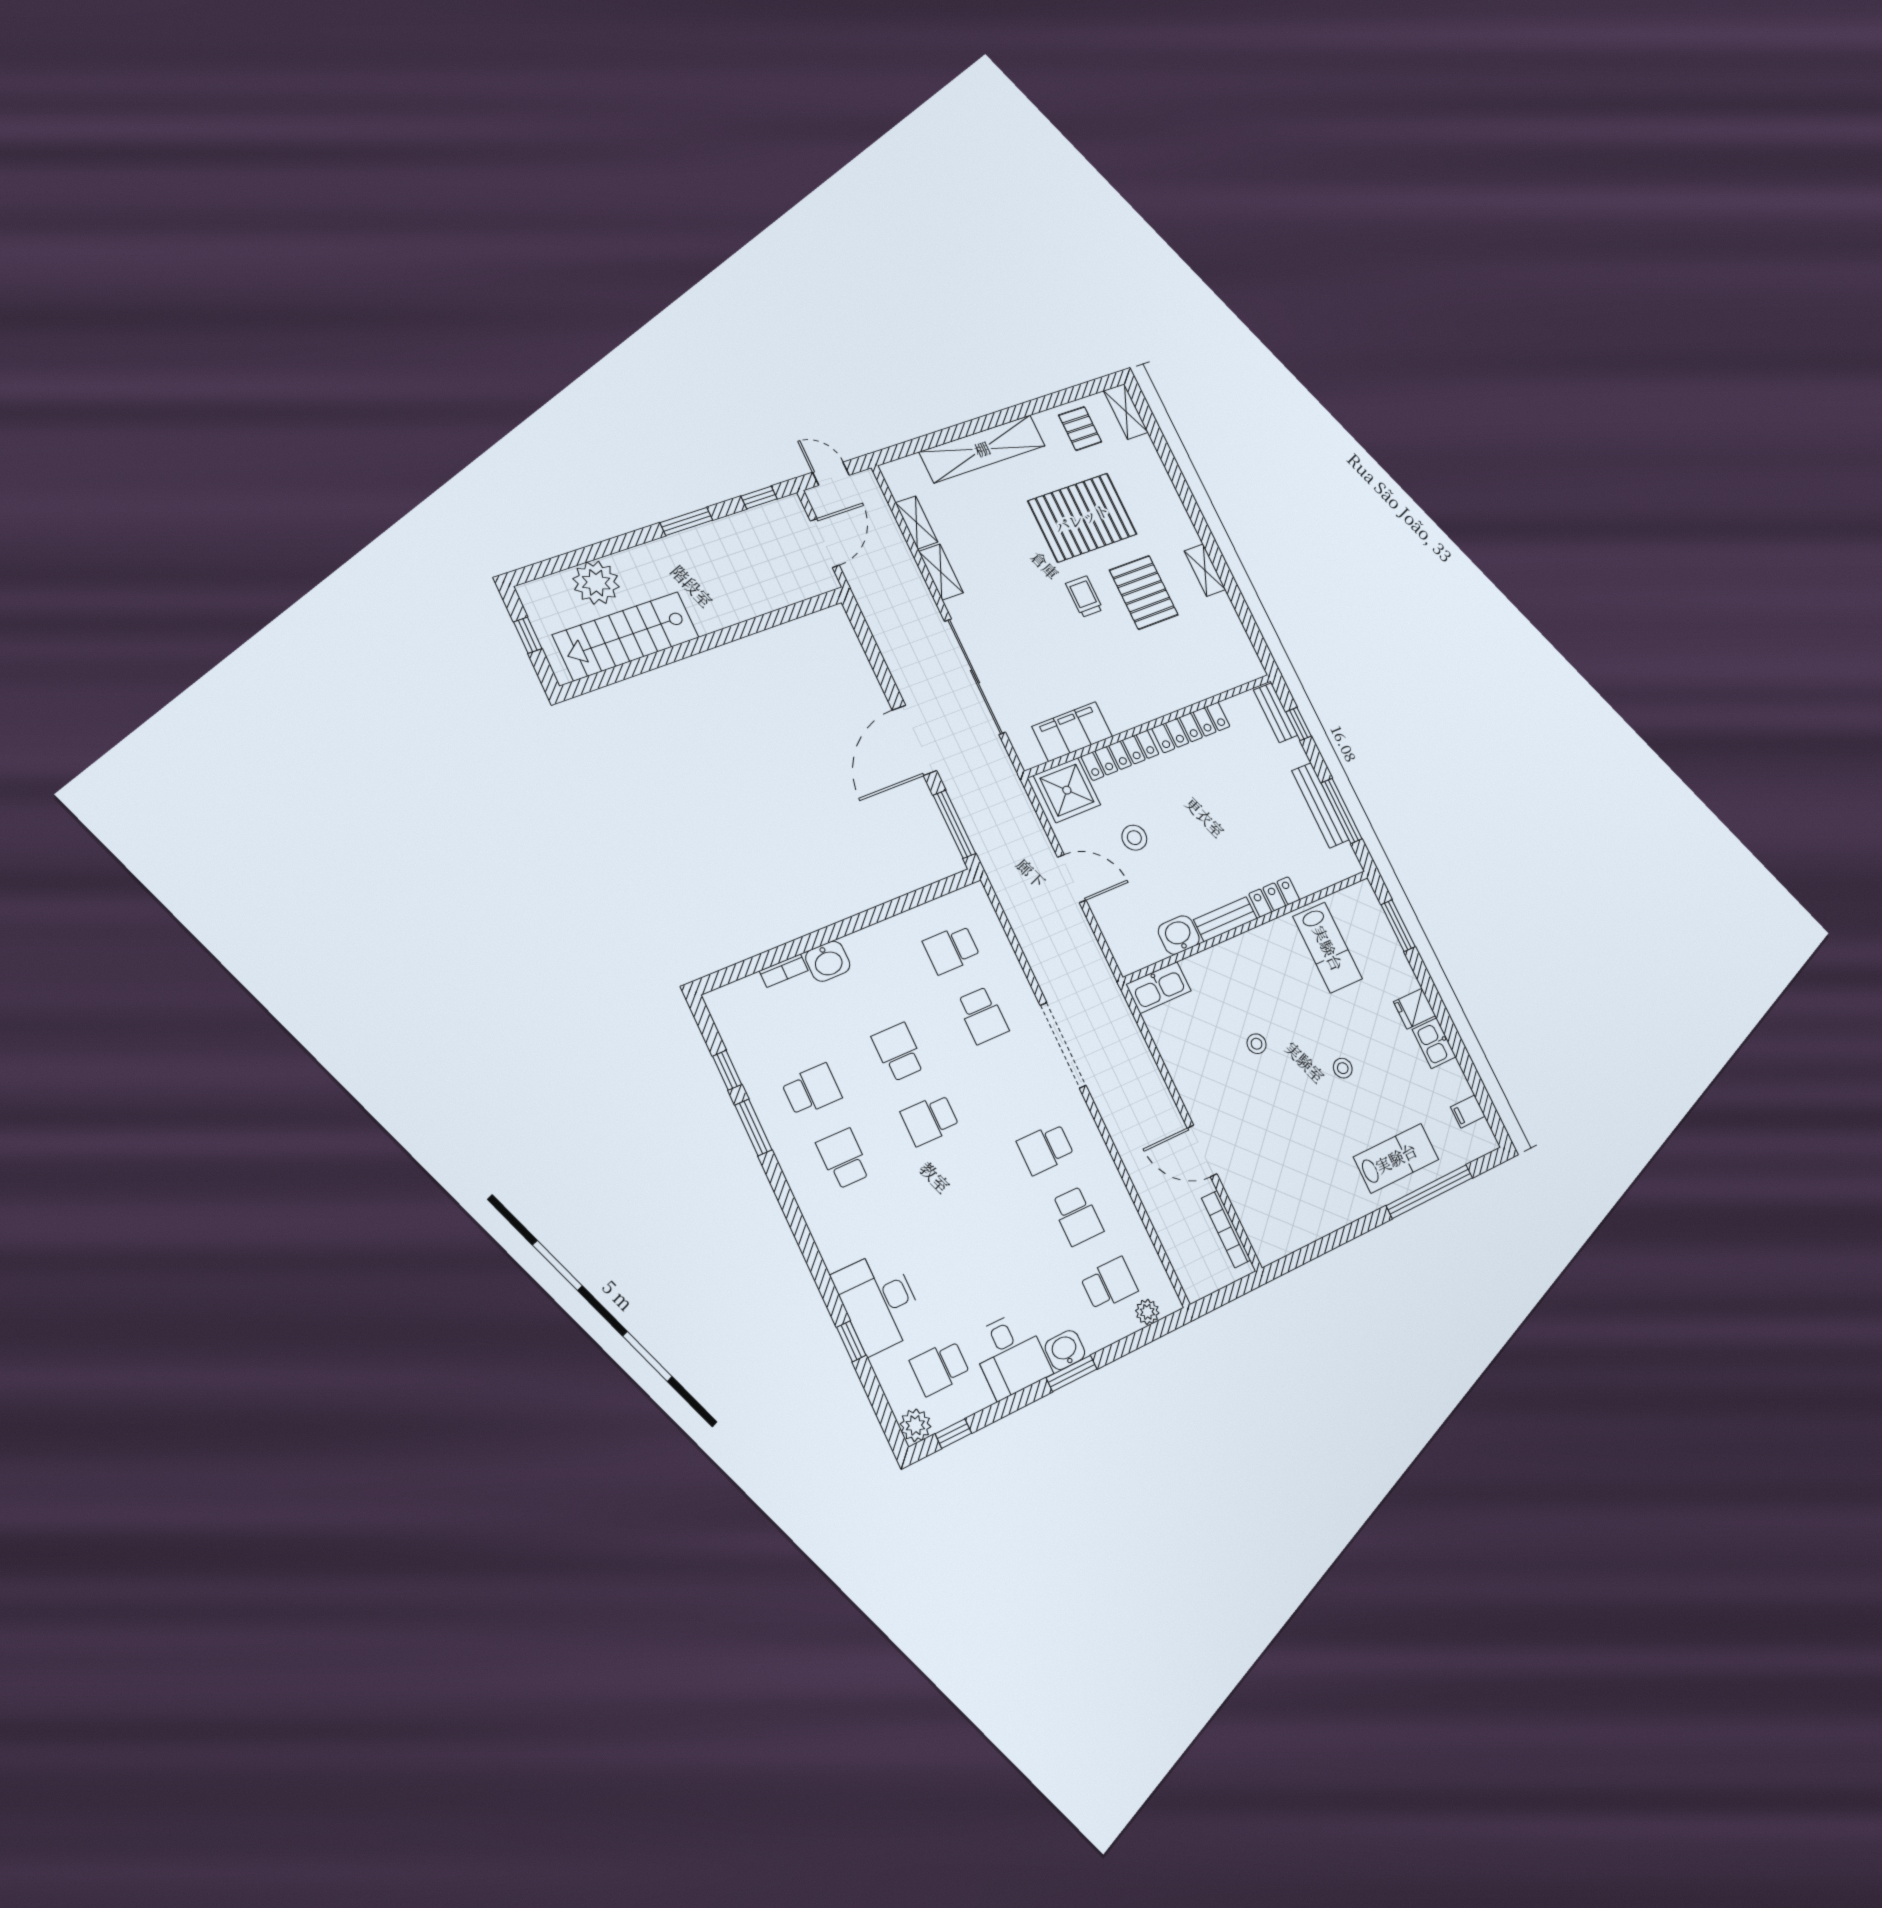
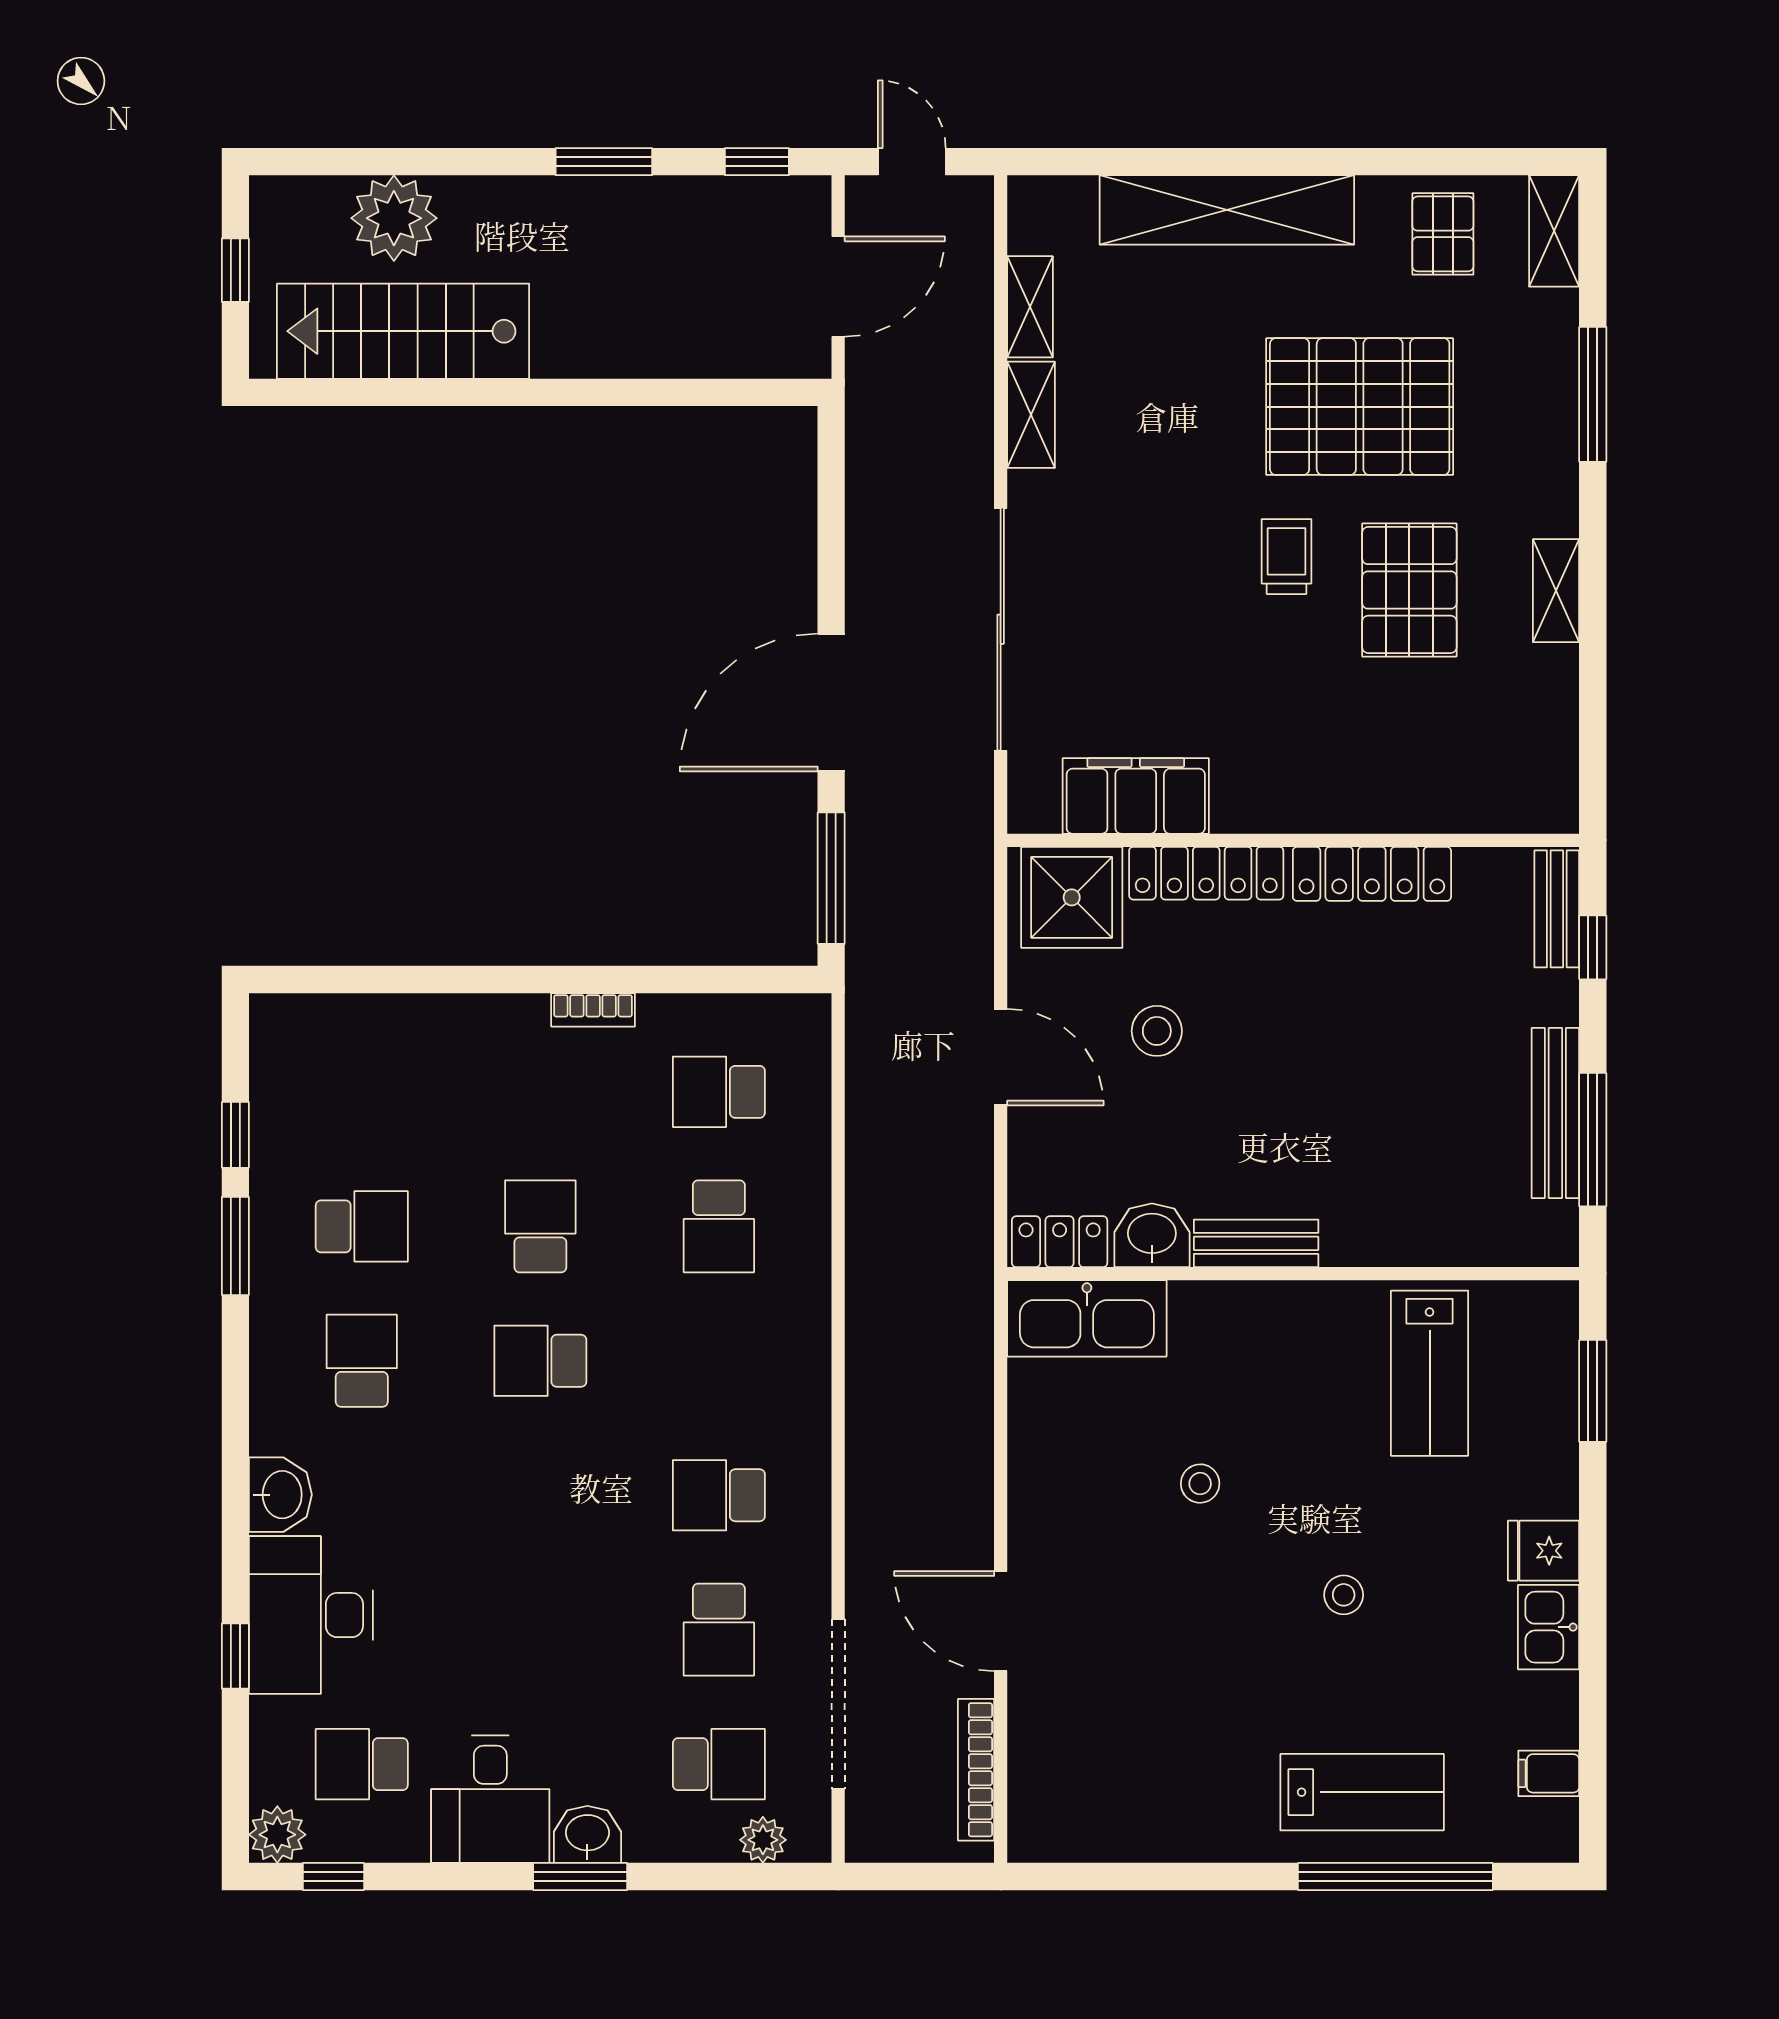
window: (1177, 478) -> (1593, 394), added
locker: (1274, 897) -> (1060, 1242), moved
washbasin: (828, 961) -> (280, 1495), moved, turned -90
bookcase: (784, 971) -> (593, 1010), moved
kitchen sink: (1159, 988) -> (1087, 1318), width x1.36, depth x1.24
doorway: (1063, 1045) -> (838, 1704), moved

